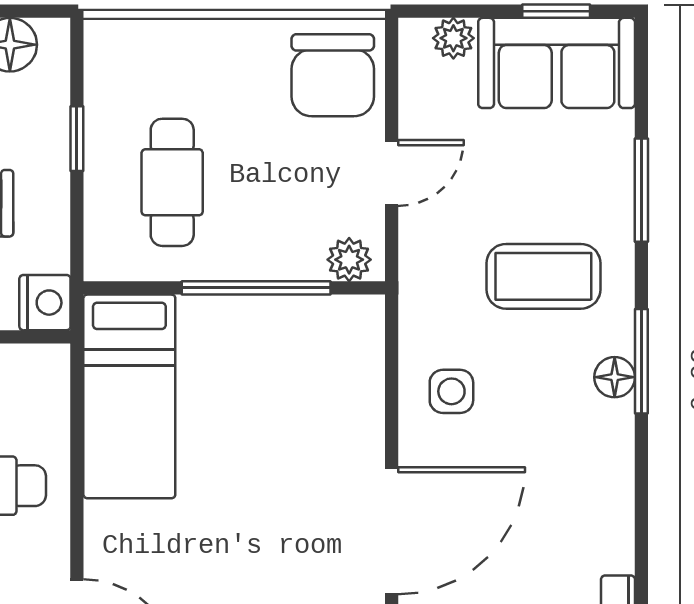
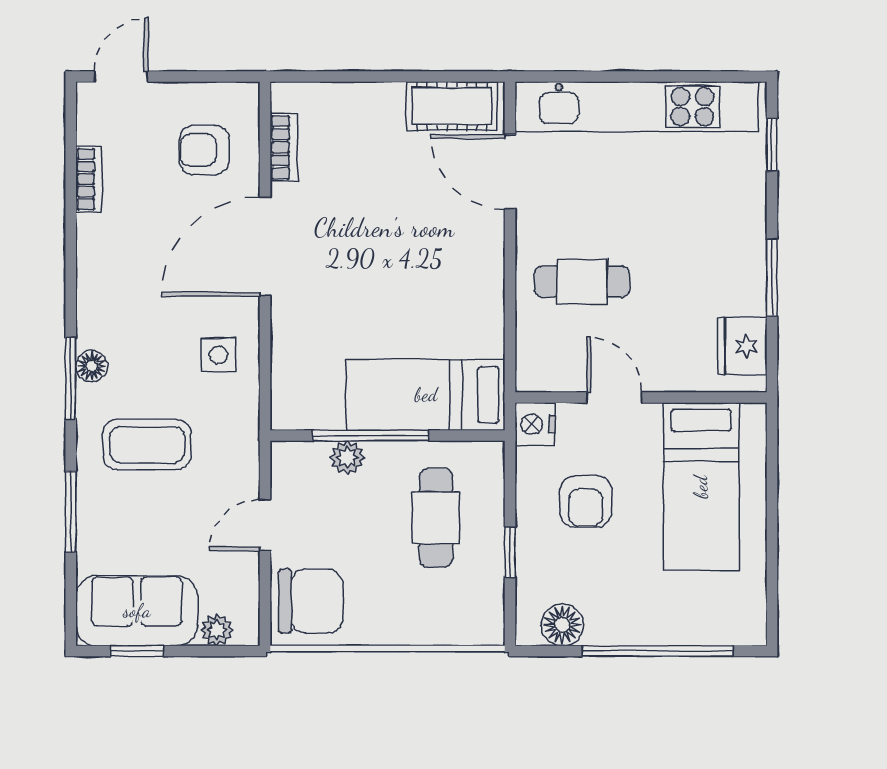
chair: (333, 75) -> (311, 601), turned 90
plant: (349, 260) -> (347, 458), moved
bed: (129, 396) -> (426, 395), moved, turned -90

